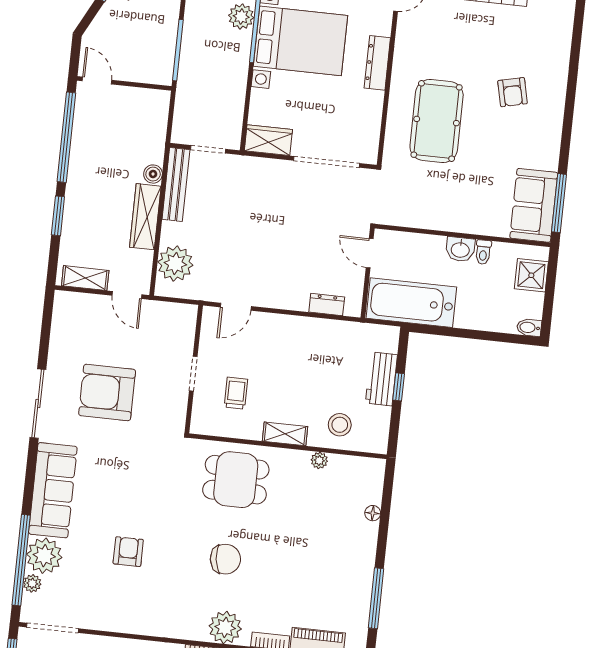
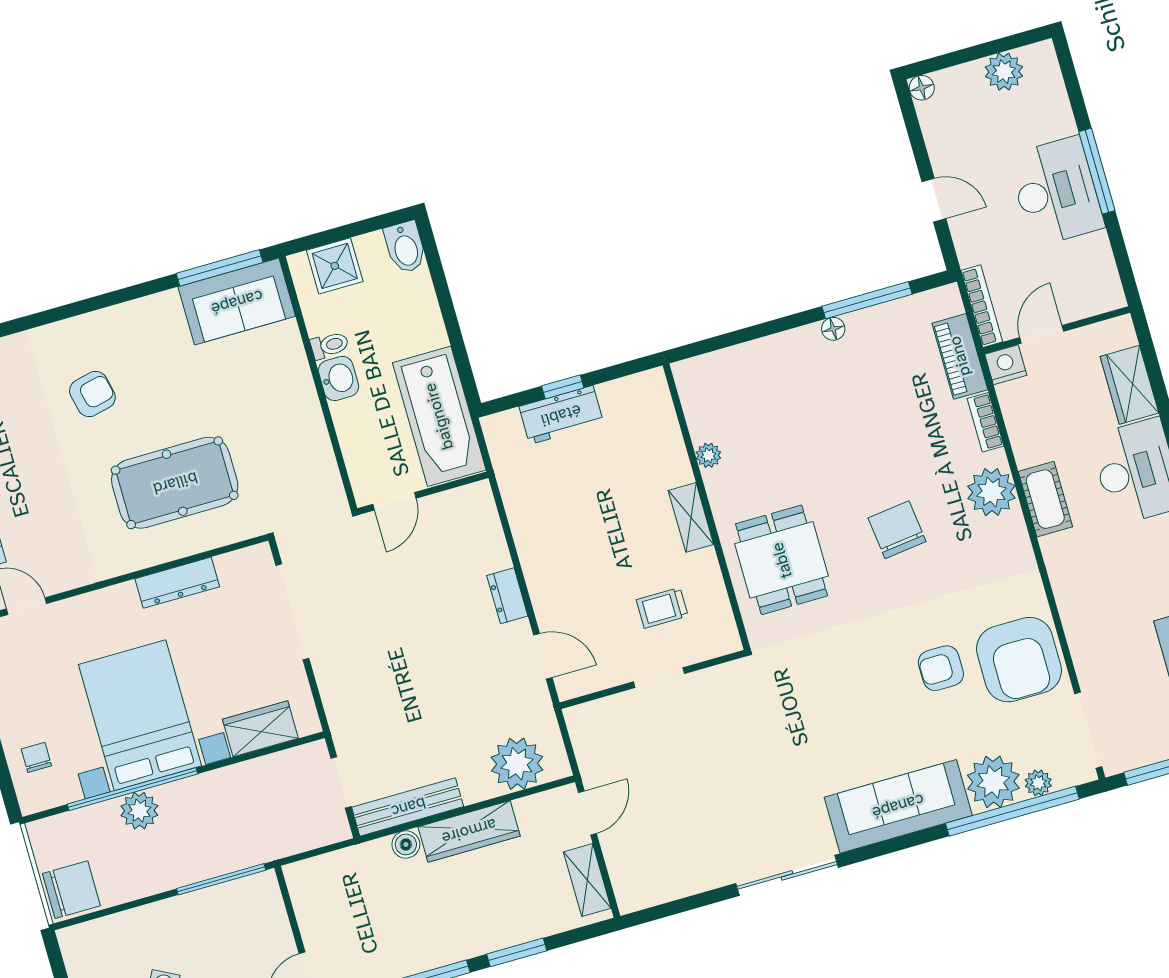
dresser: (377, 63) -> (177, 583), moved
wardrobe: (268, 140) -> (260, 729), moved, turned 90
dresser: (327, 304) -> (507, 596), moved
bidet: (529, 328) -> (405, 247), width x1.38, depth x1.36
armchair: (107, 392) -> (1019, 660), moved
stool: (340, 425) -> (648, 447), removed
floor lamp: (373, 513) -> (833, 329), moved

